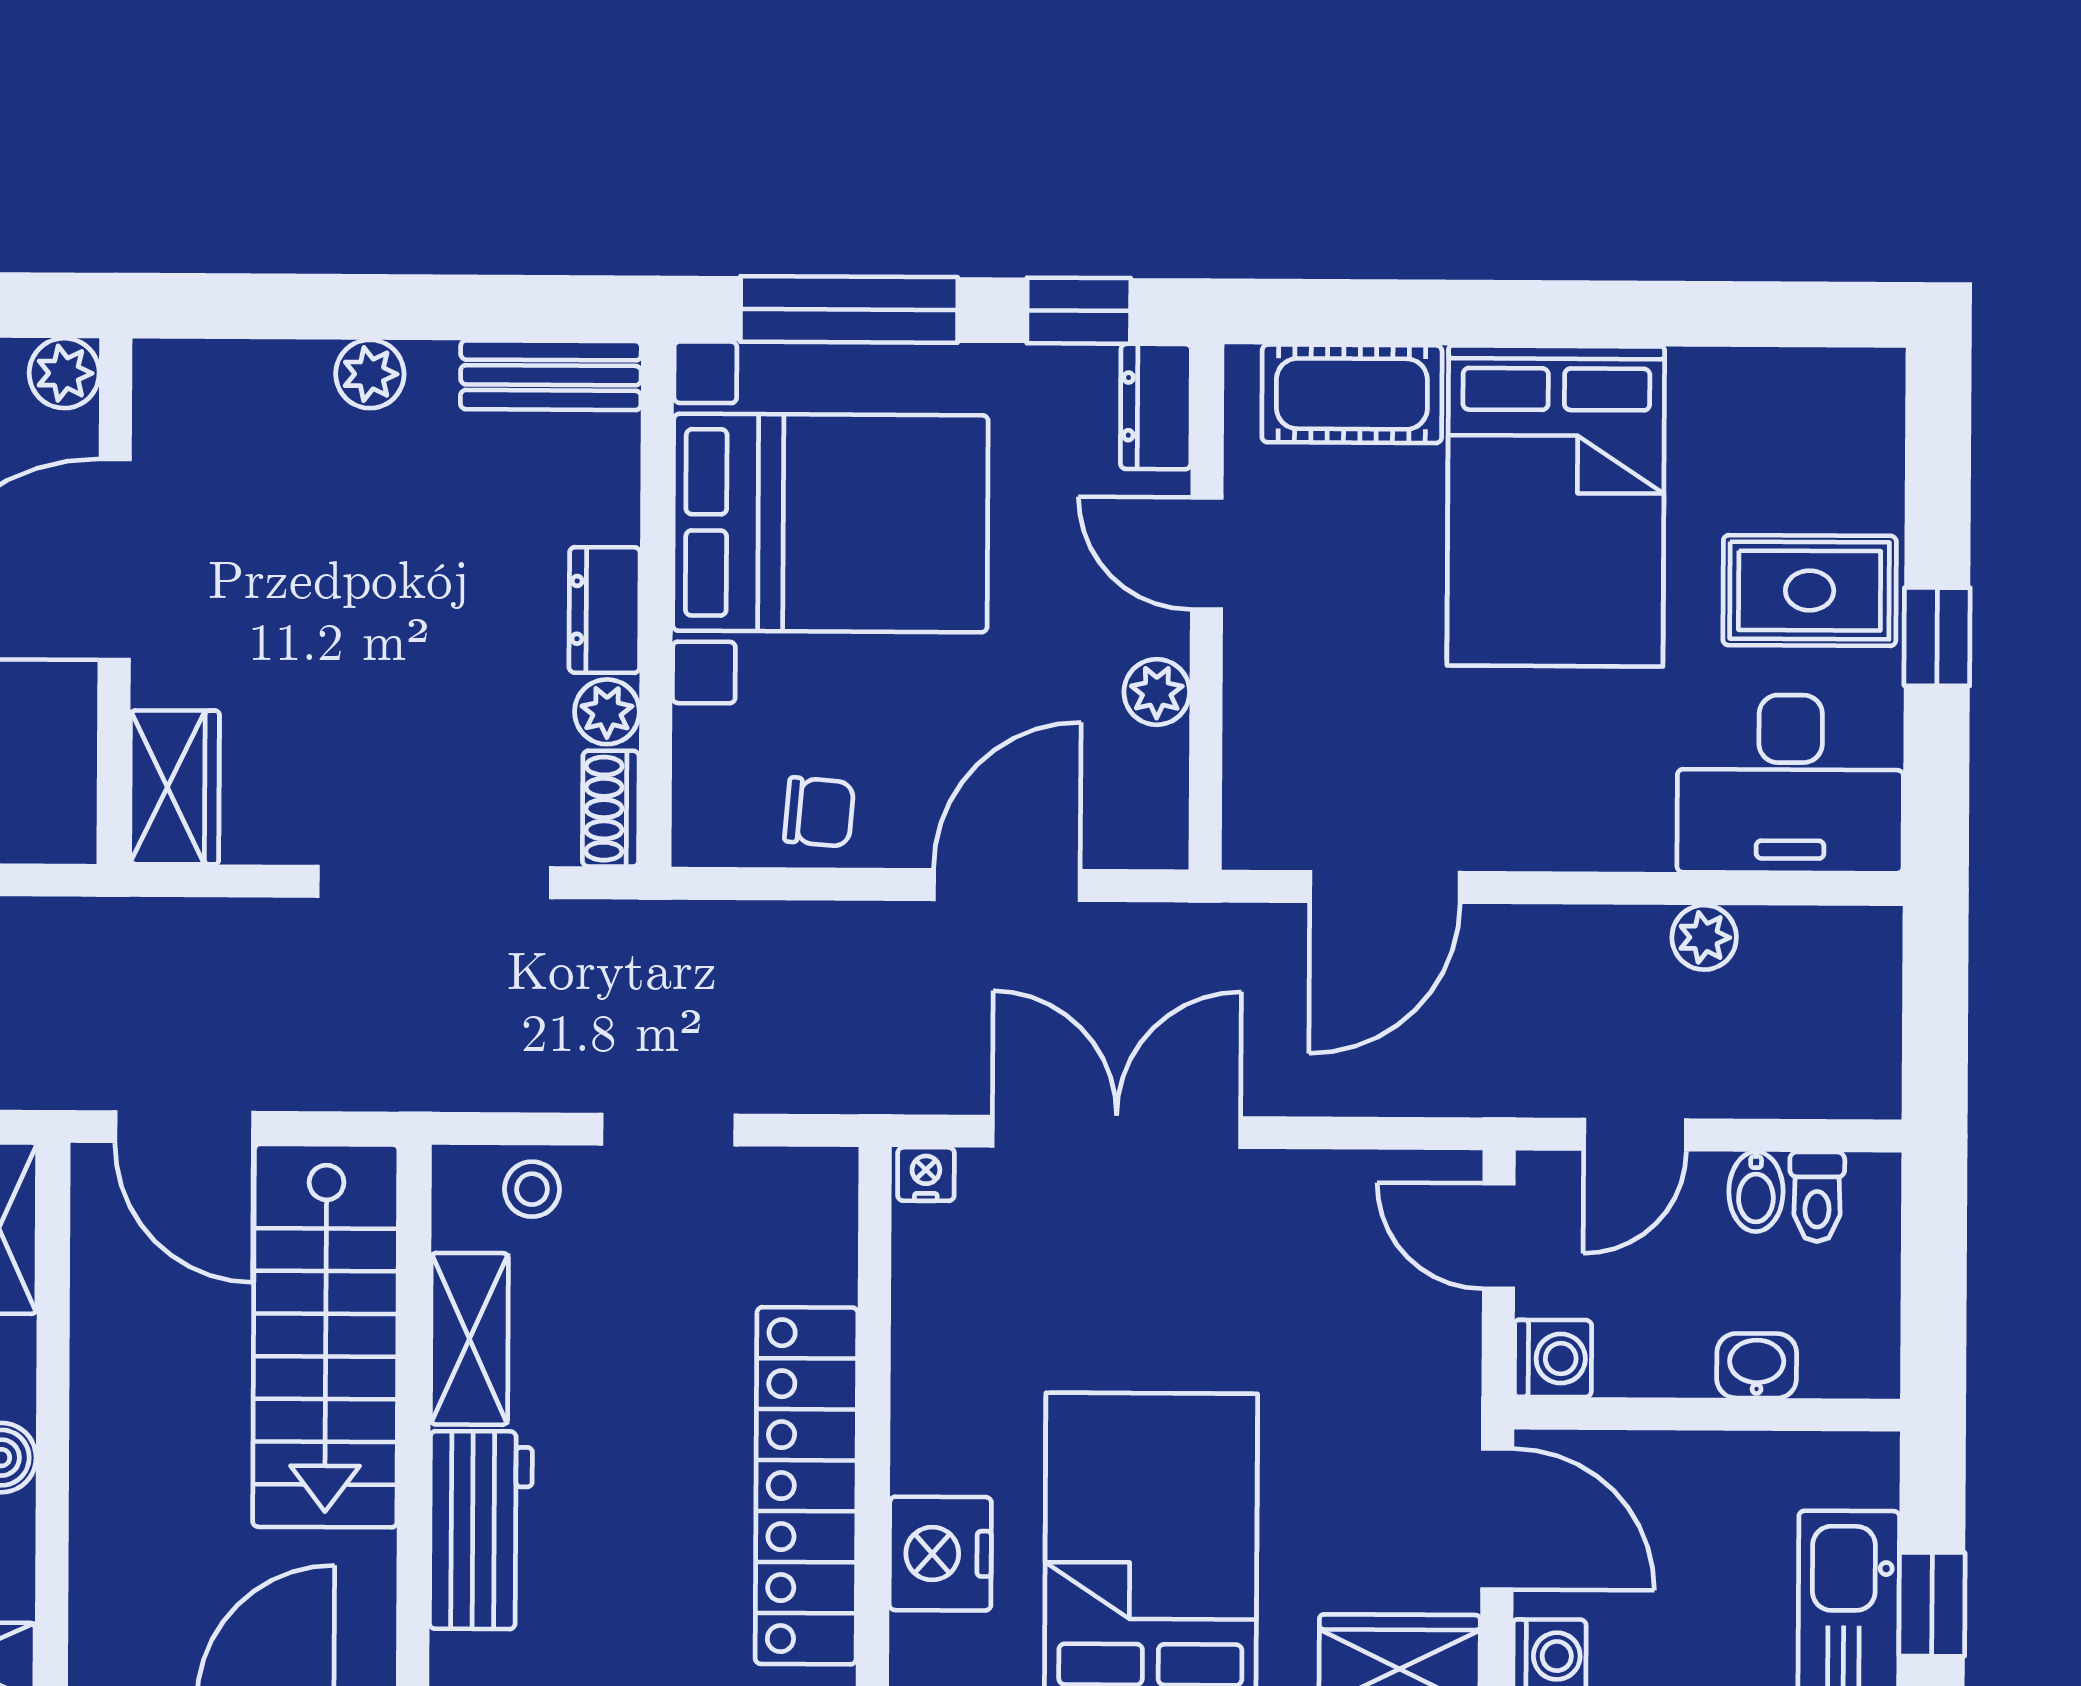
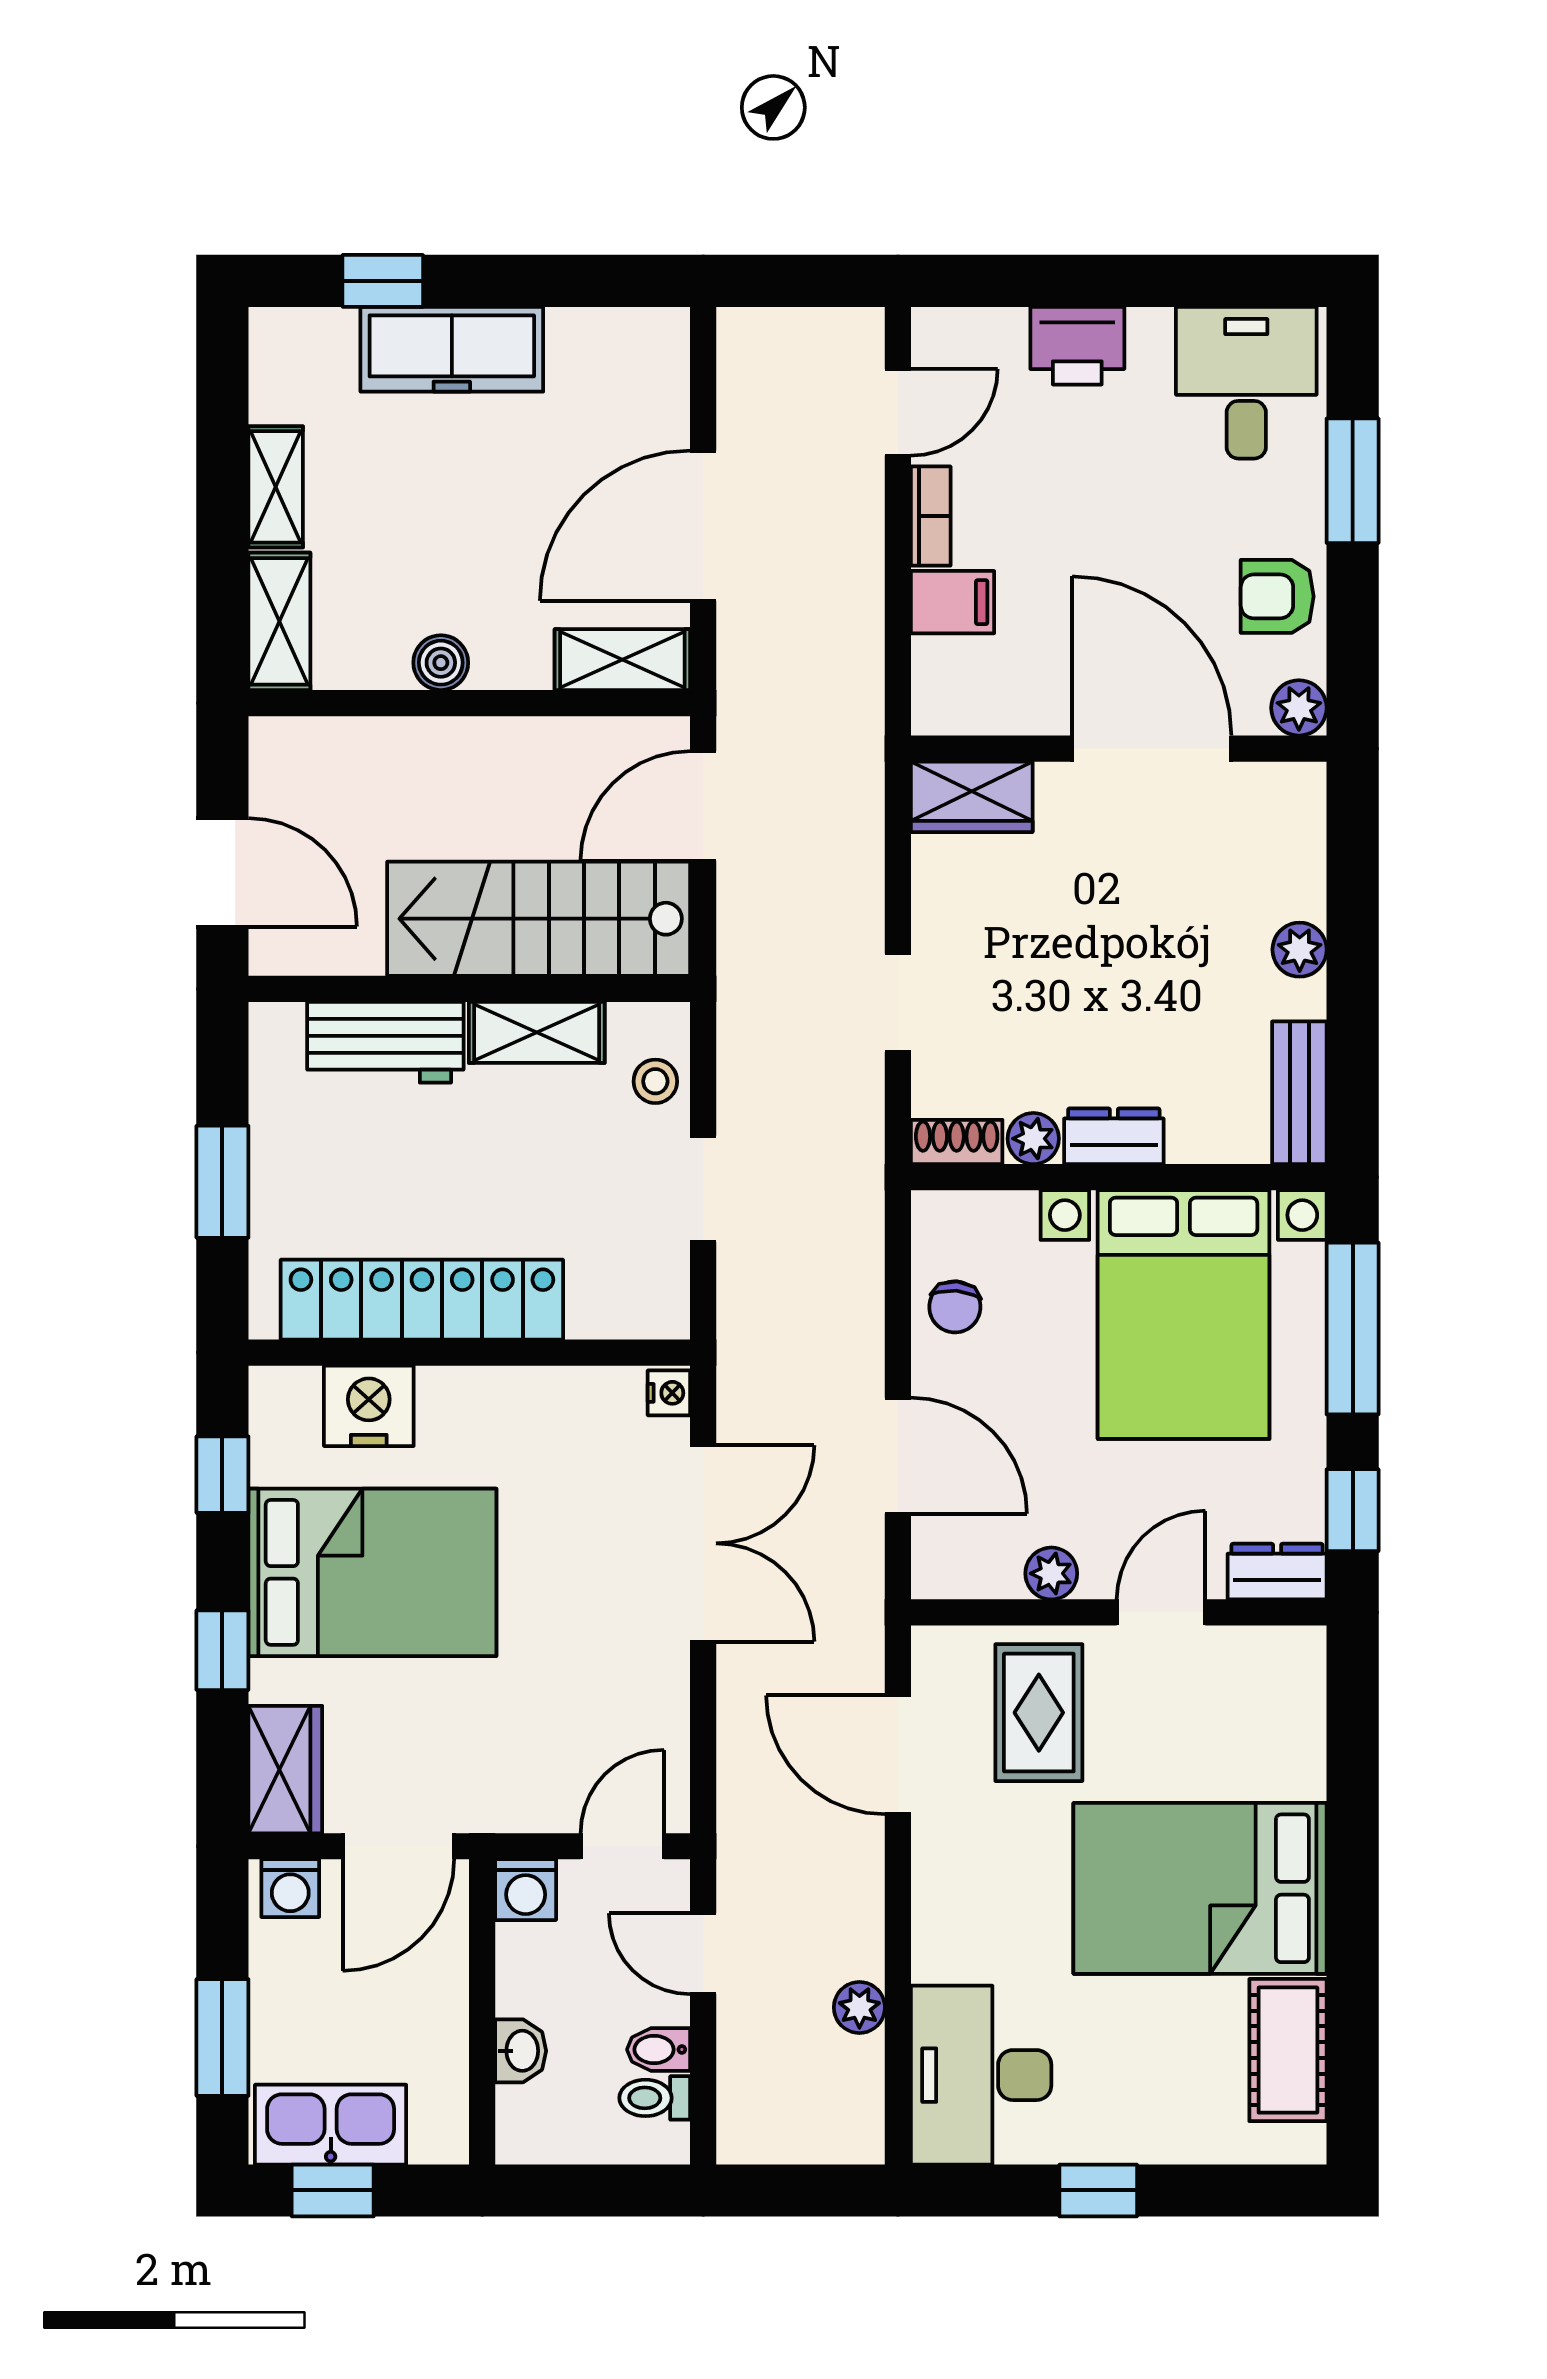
cot: (1352, 394) -> (1288, 2050), moved
rug: (1810, 591) -> (1039, 1713), moved
doorway: (434, 882) -> (898, 1003), width x0.53

